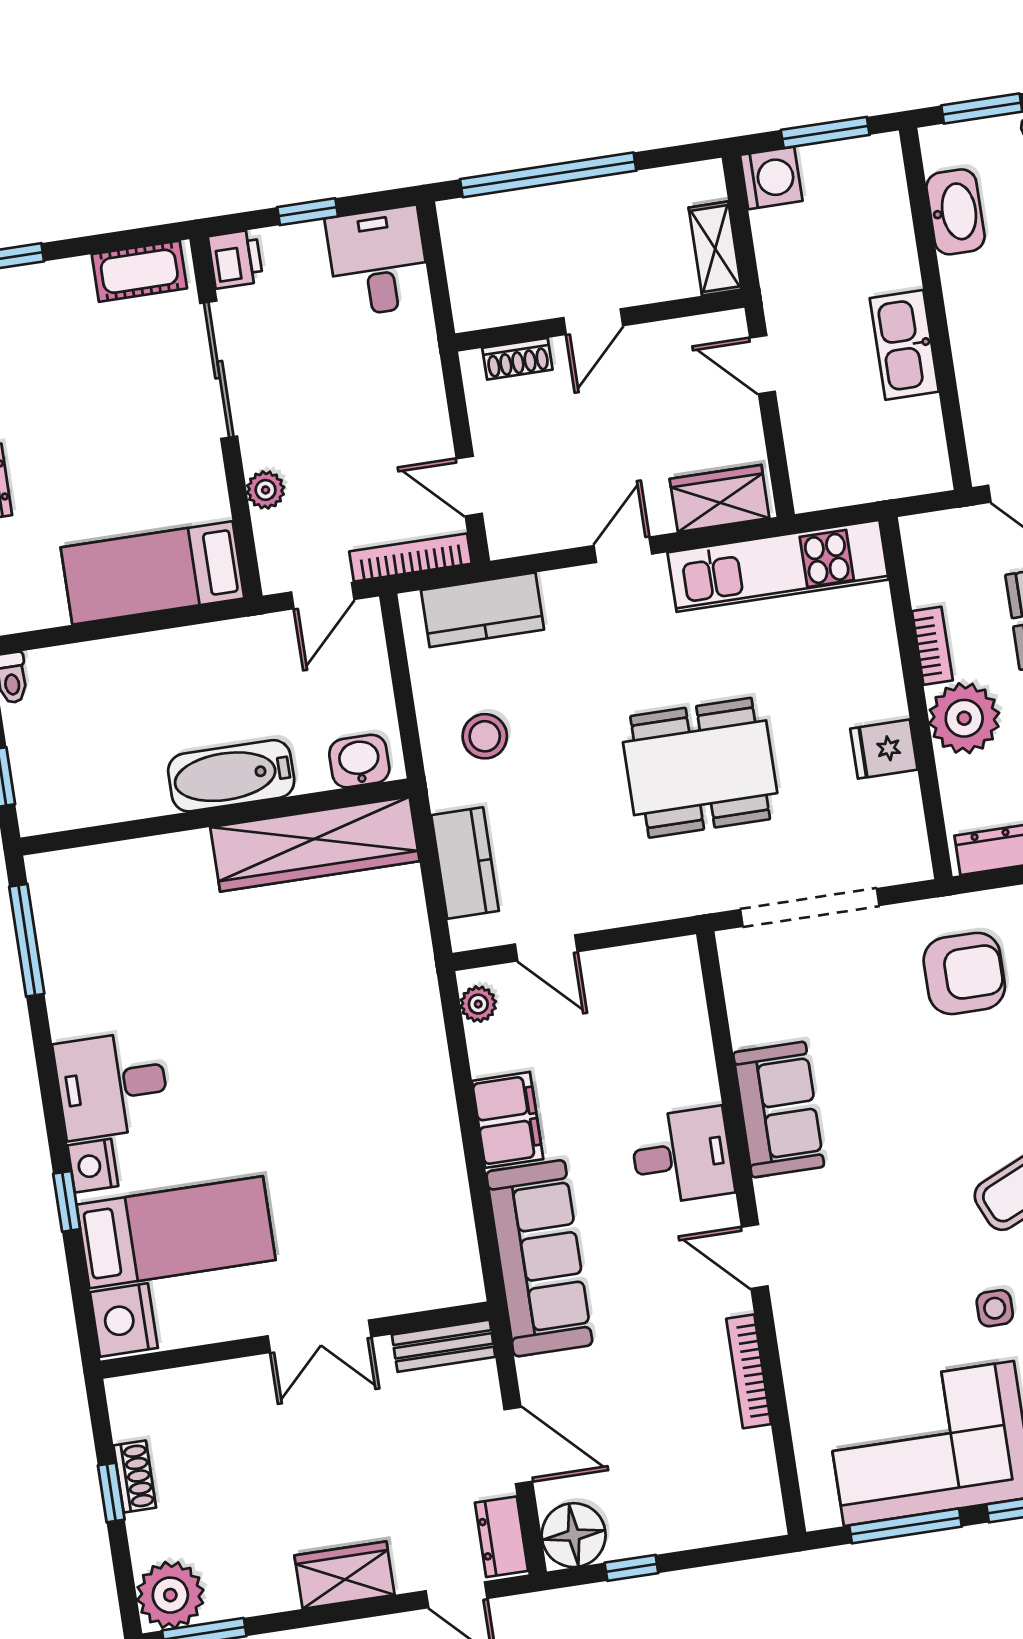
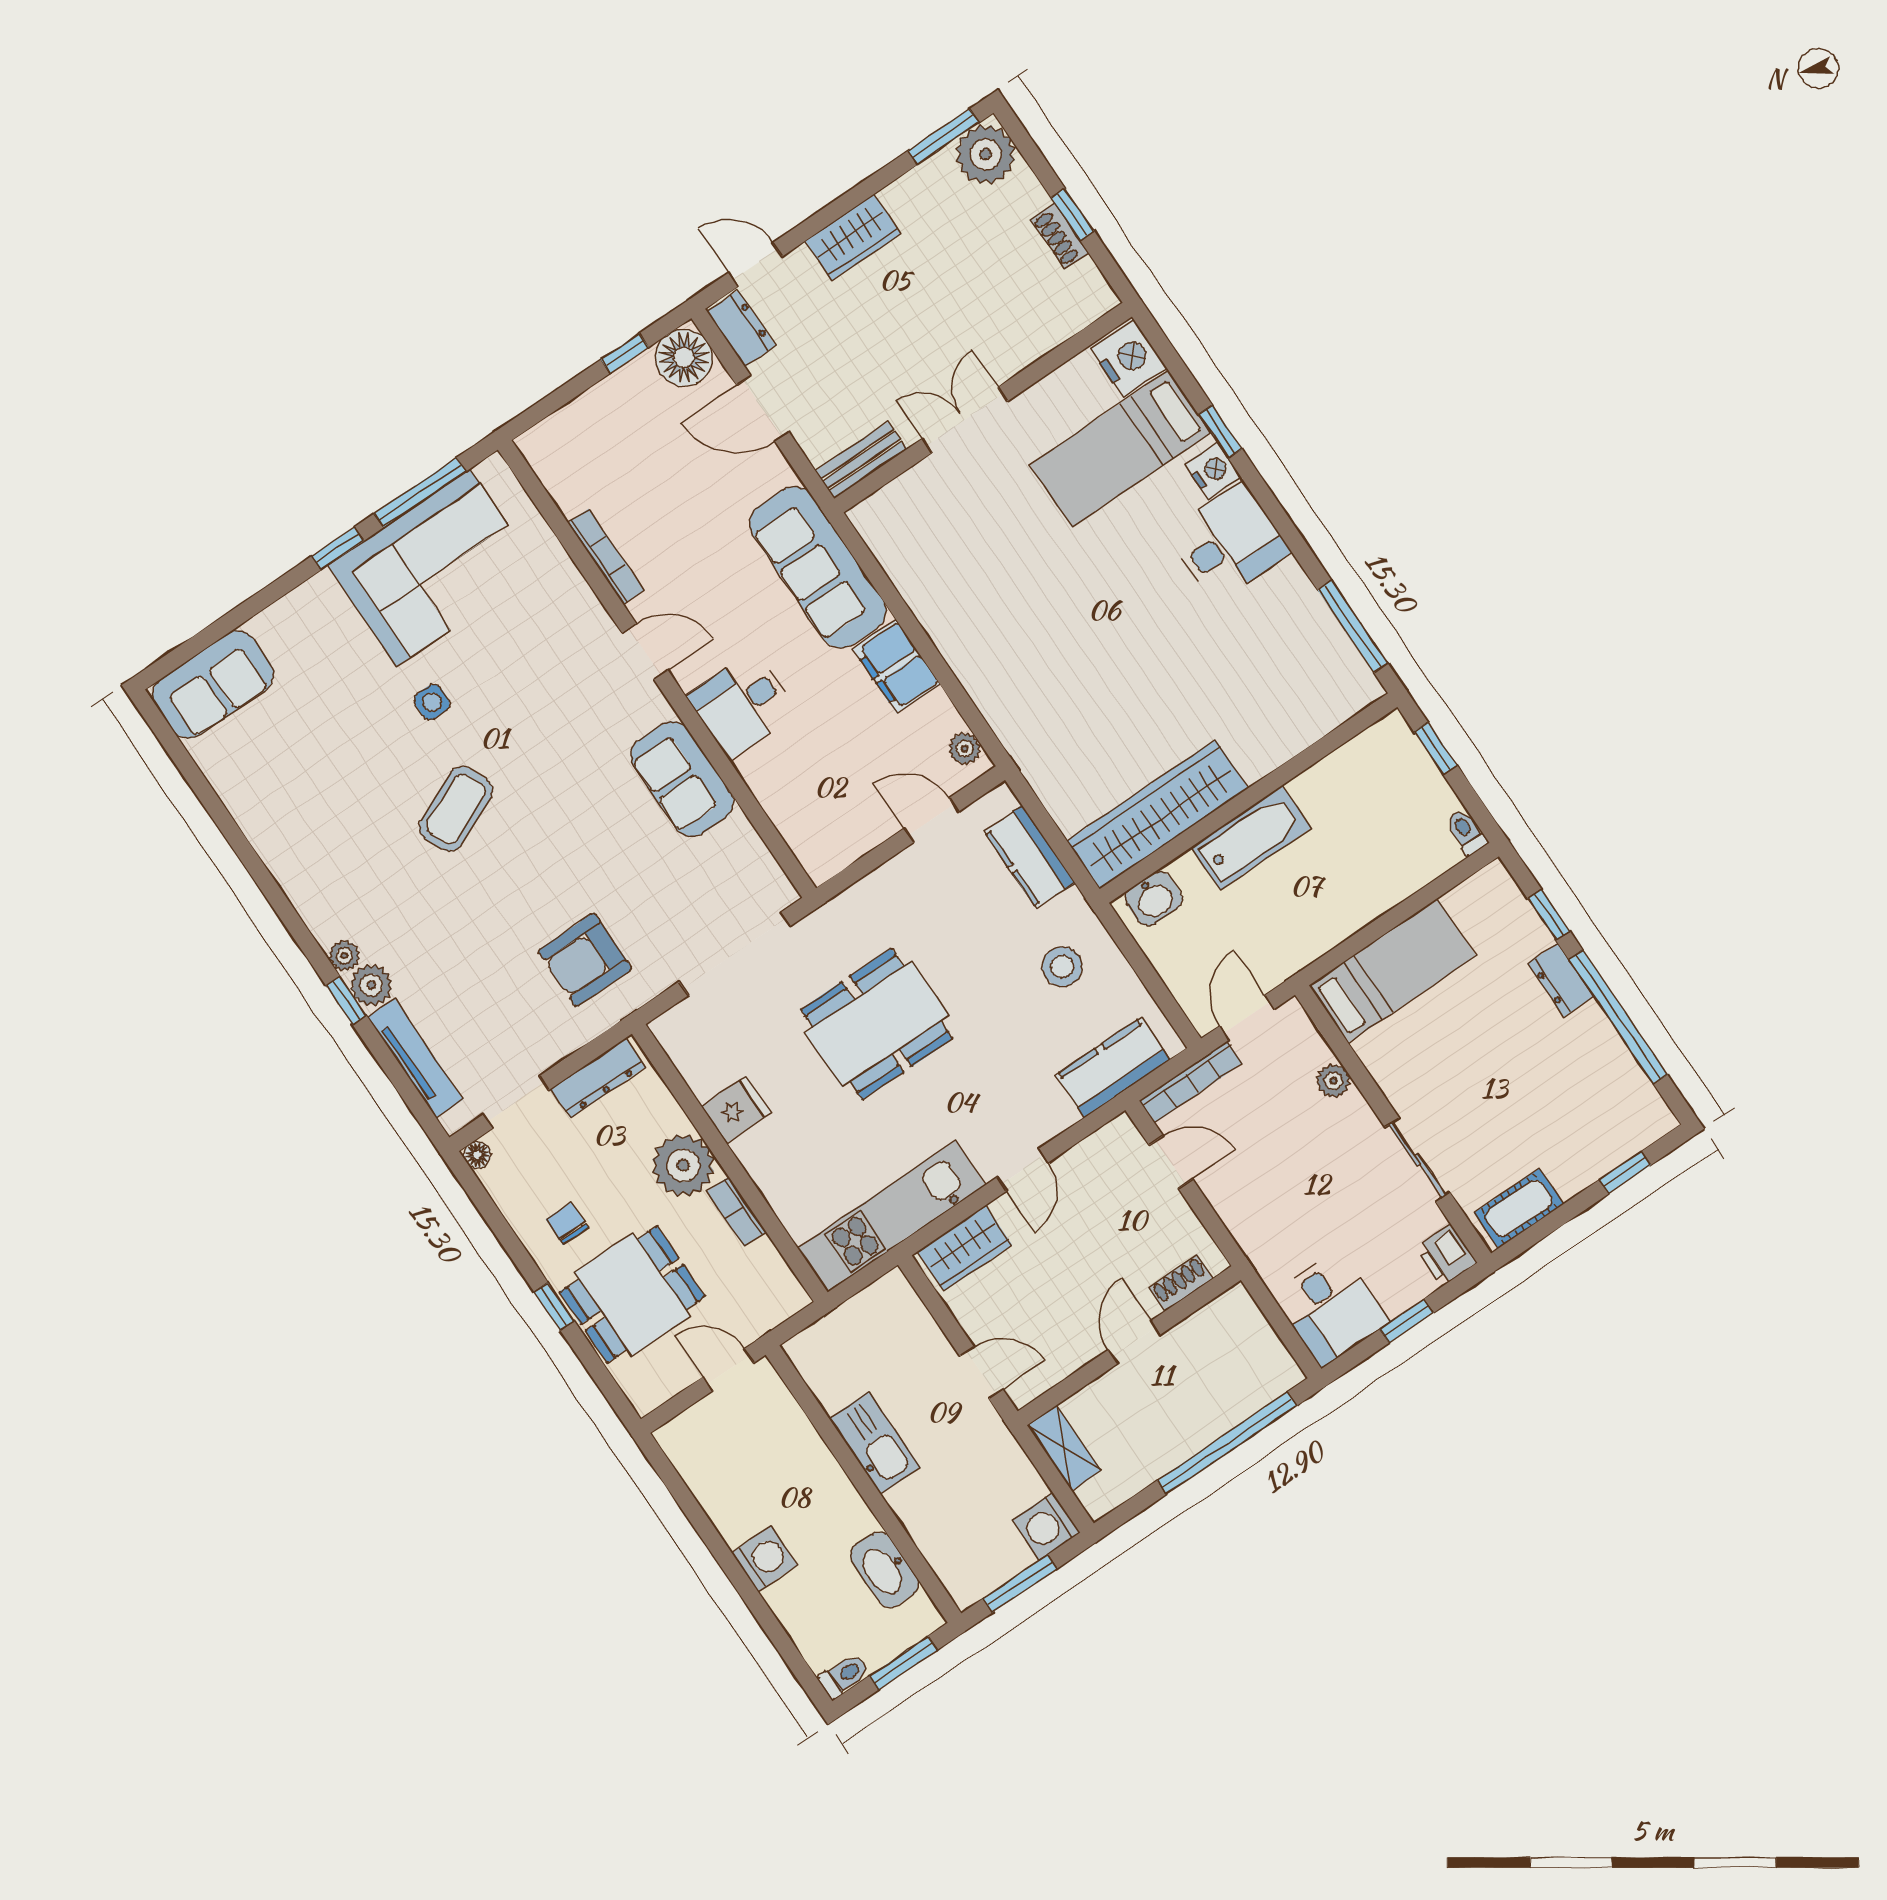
sliding door: (219, 370) -> (1417, 1160), width x0.73

